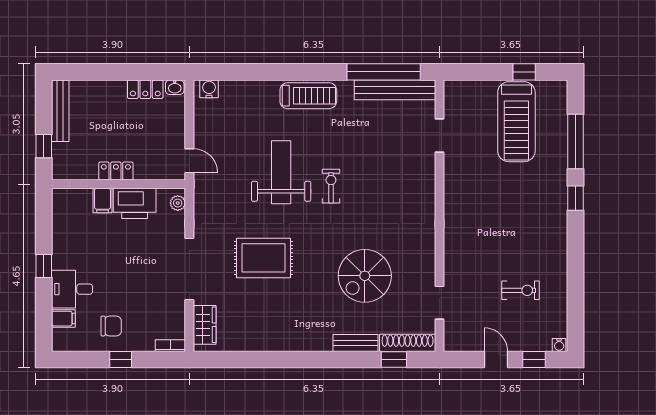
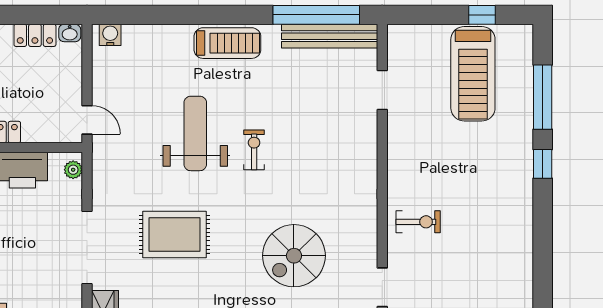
exercise bike: (521, 290) -> (418, 222), moved

